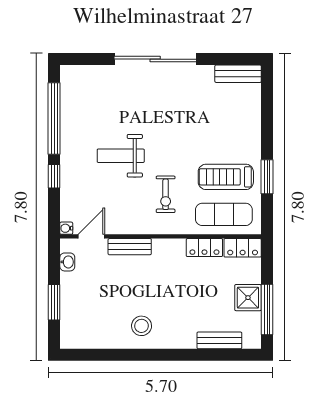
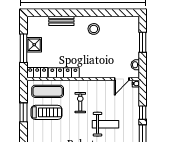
bench: (130, 247) -> (100, 73), removed
locker: (204, 248) -> (64, 73), width x1.53
window: (267, 309) -> (23, 48), moved
bench: (219, 340) -> (61, 21), moved

